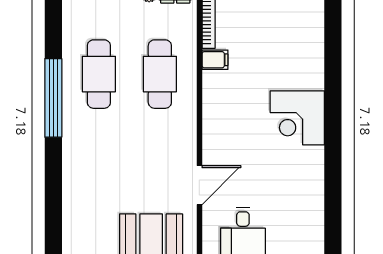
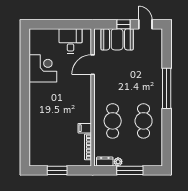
window: (53, 98) -> (167, 88), moved
corner desk: (297, 118) -> (43, 68), moved

